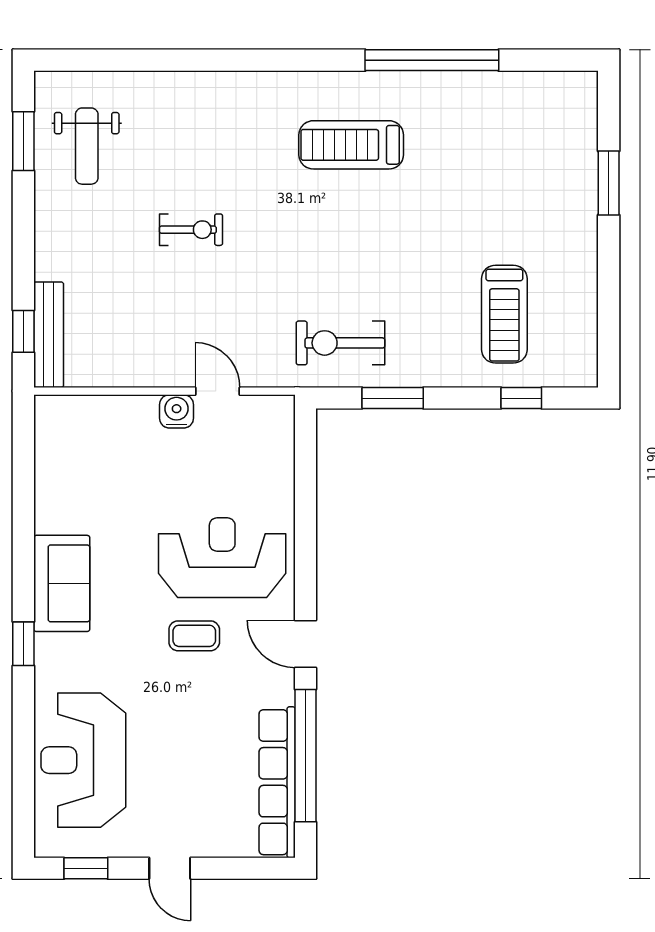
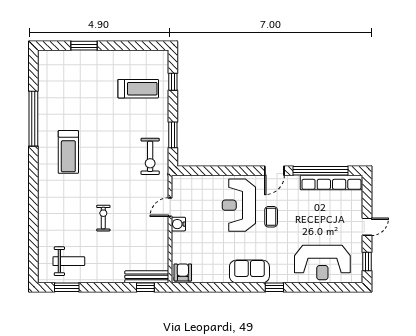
armchair: (59, 422) -> (183, 272), added

